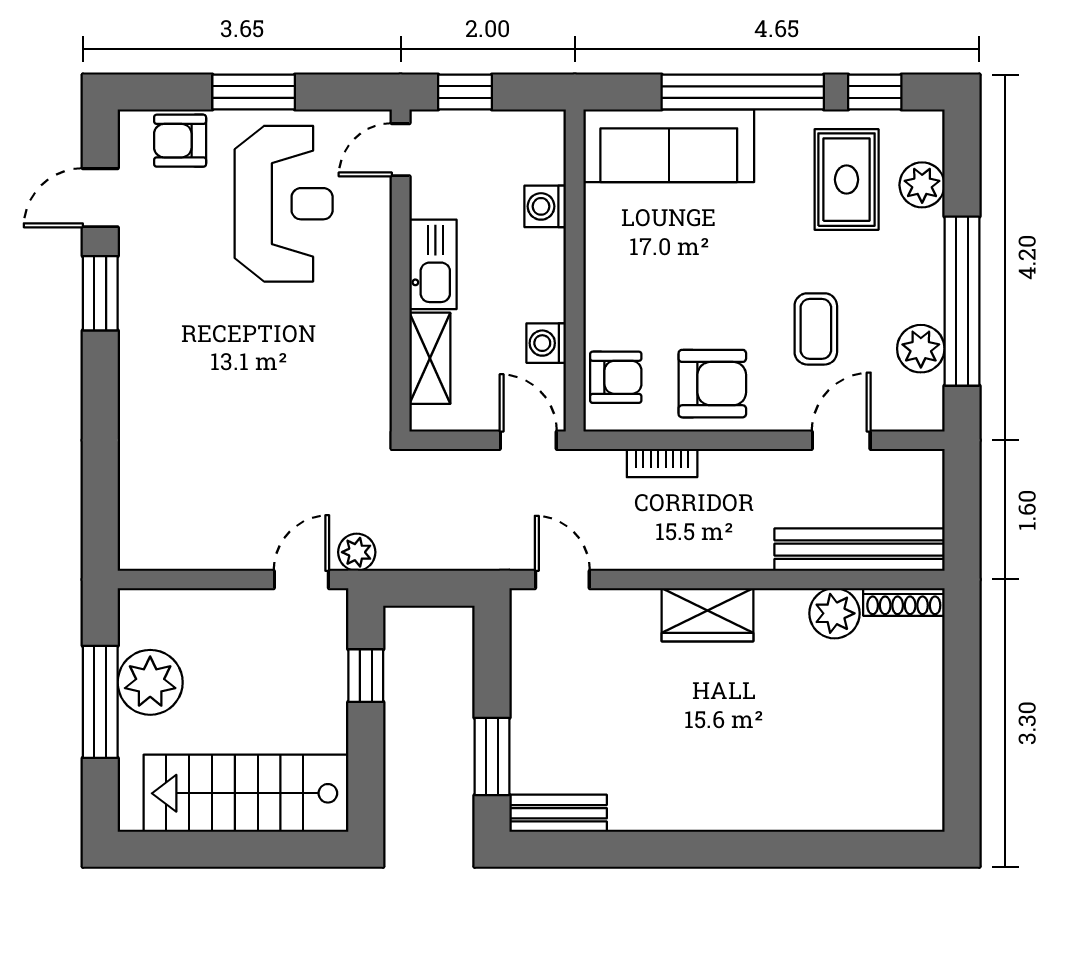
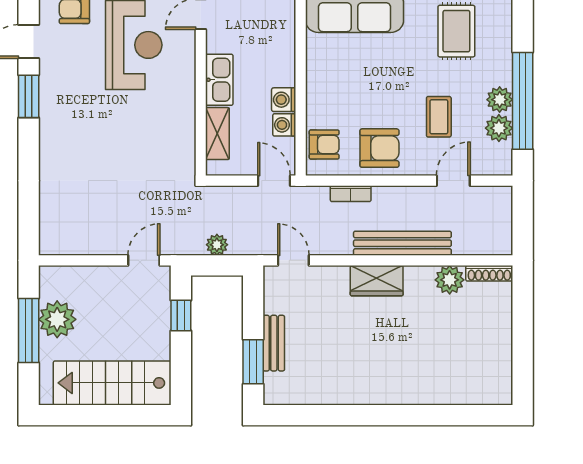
plant: (922, 185) -> (500, 100), moved
washing machine: (545, 206) -> (284, 100), moved
bench: (859, 550) -> (402, 243), moved
plant: (357, 552) -> (217, 245), moved
bench: (558, 813) -> (274, 343), moved, turned 90

